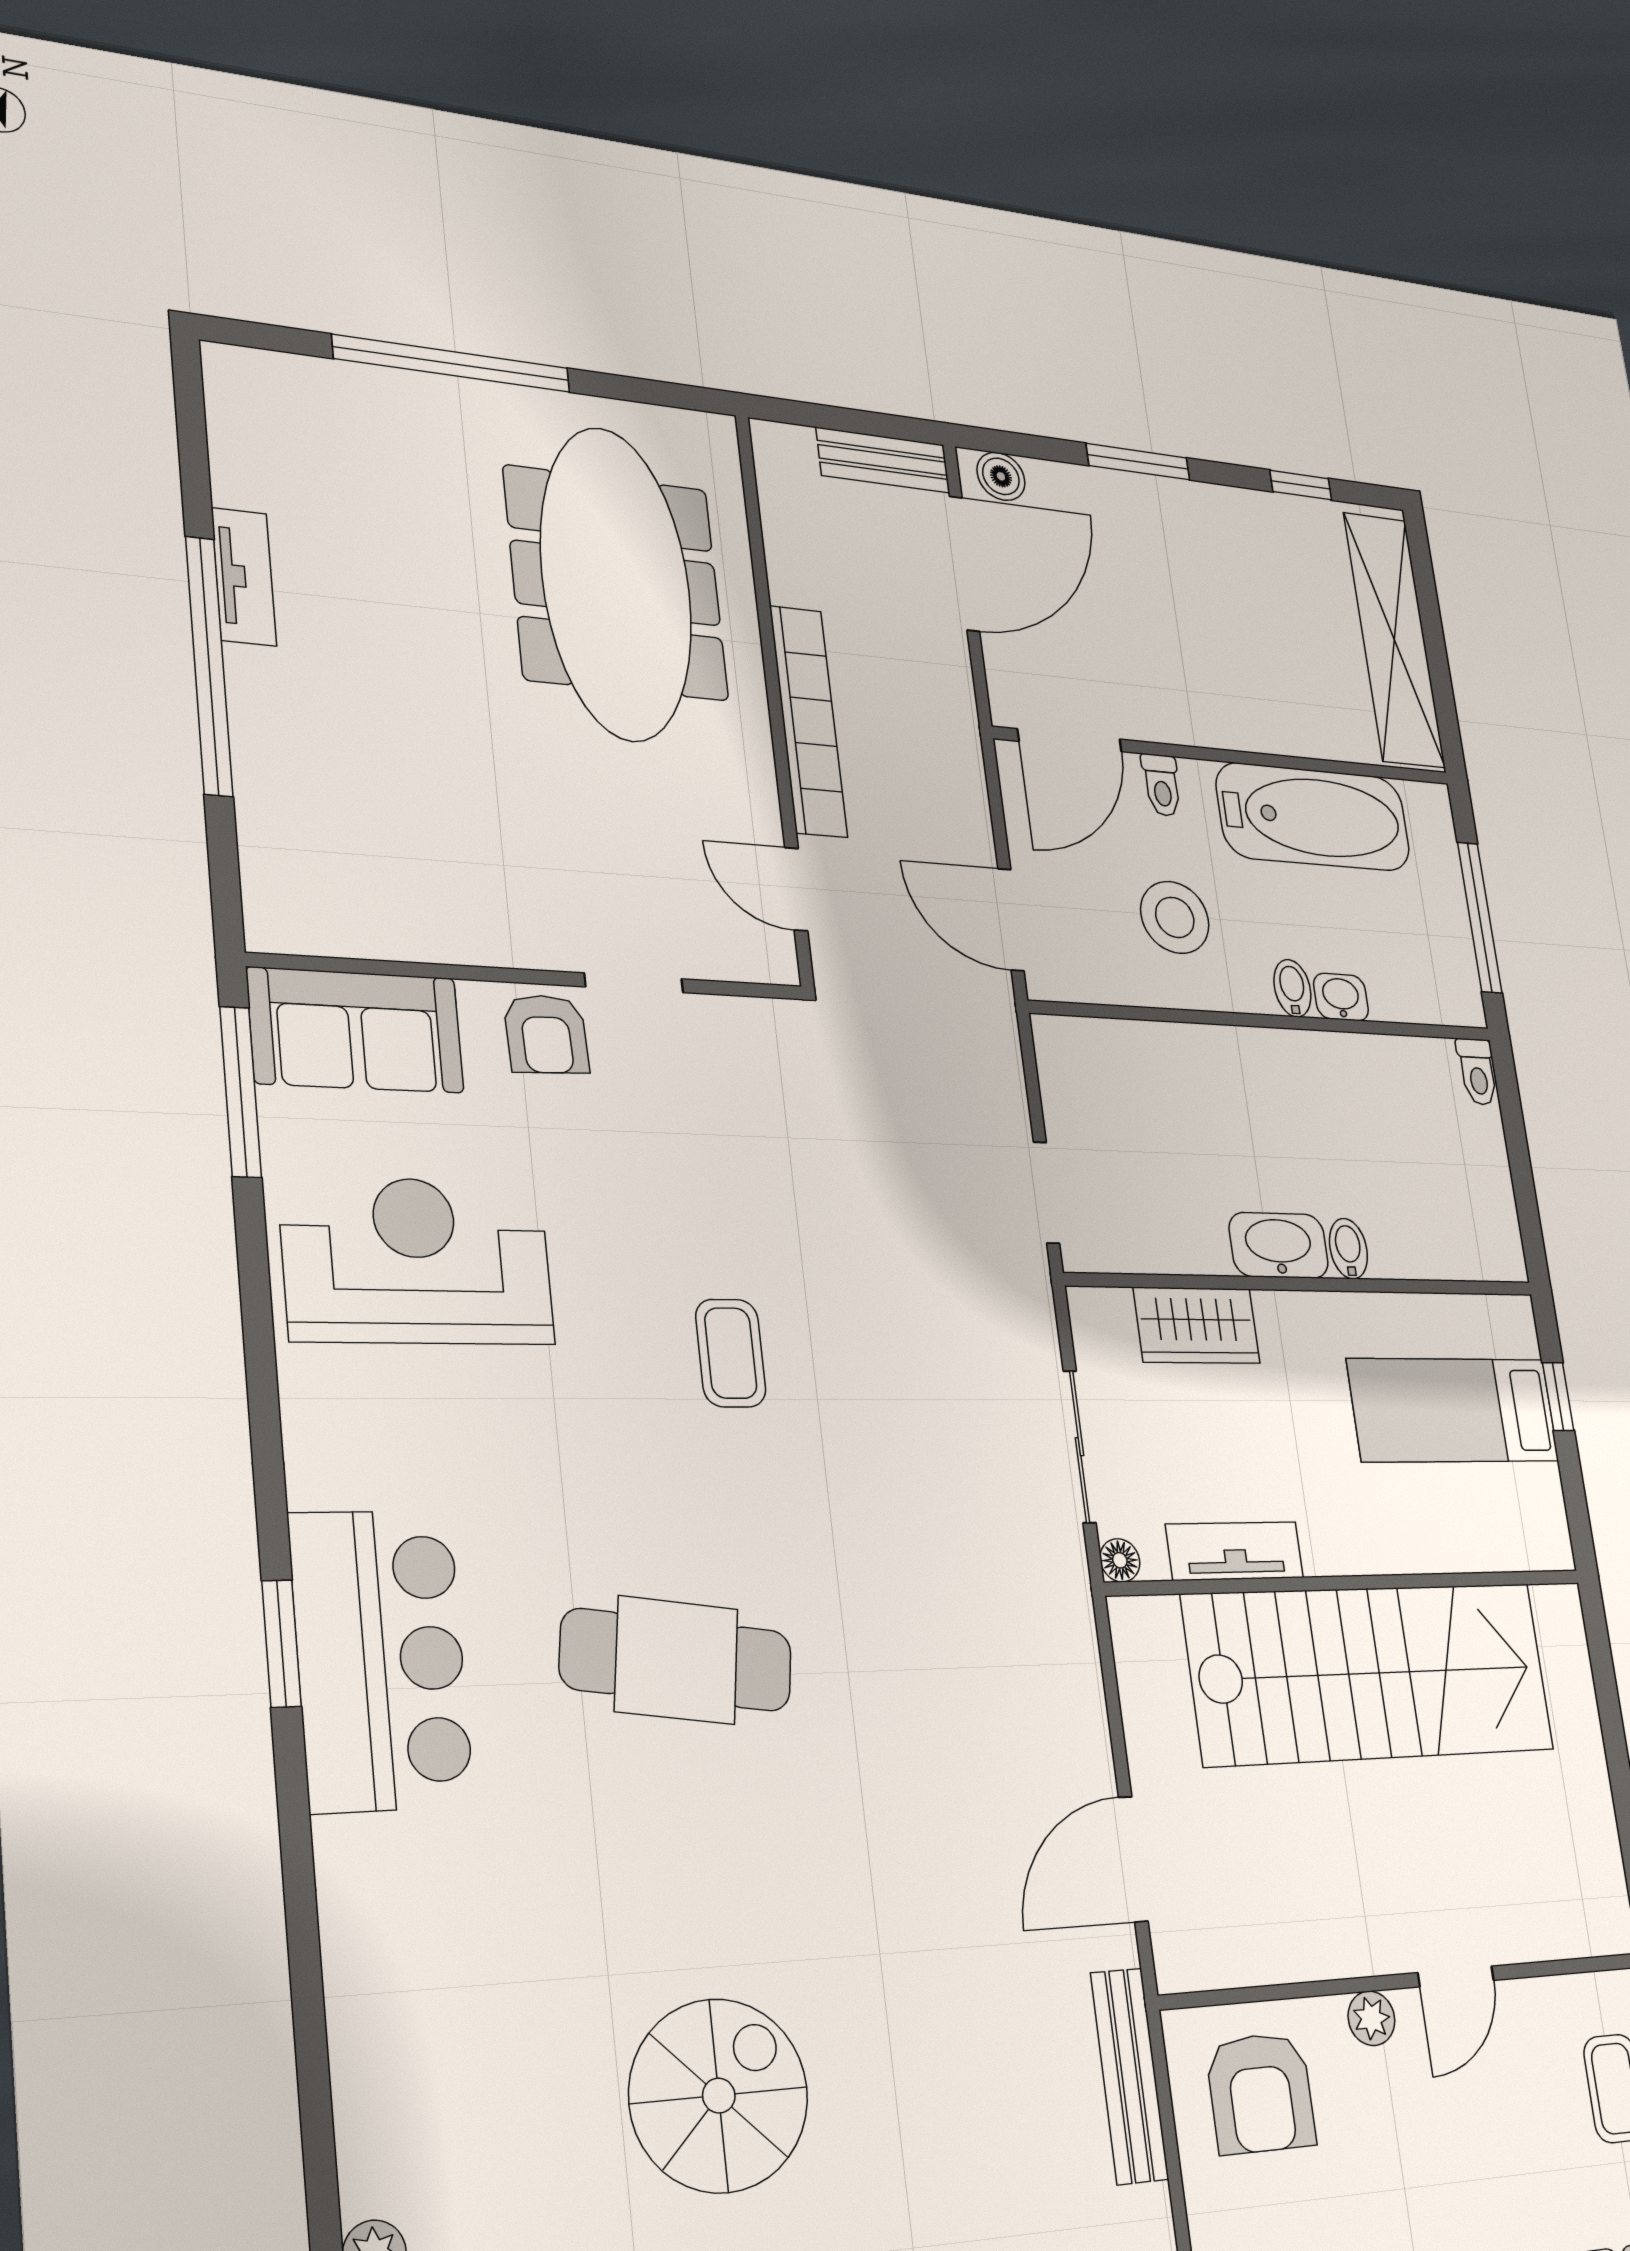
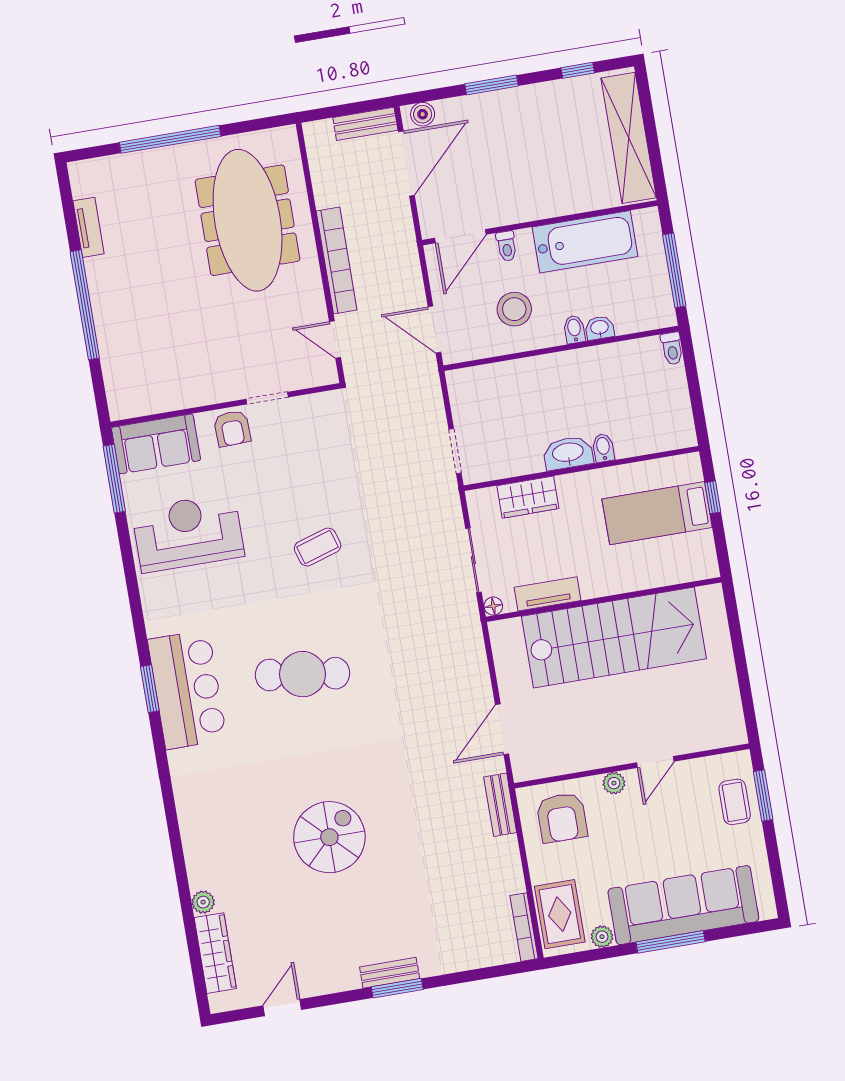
tv unit: (244, 577) -> (89, 227), moved
coffee table: (731, 1353) -> (318, 547), turned 73
bench: (1129, 2076) -> (500, 805), width x0.73

